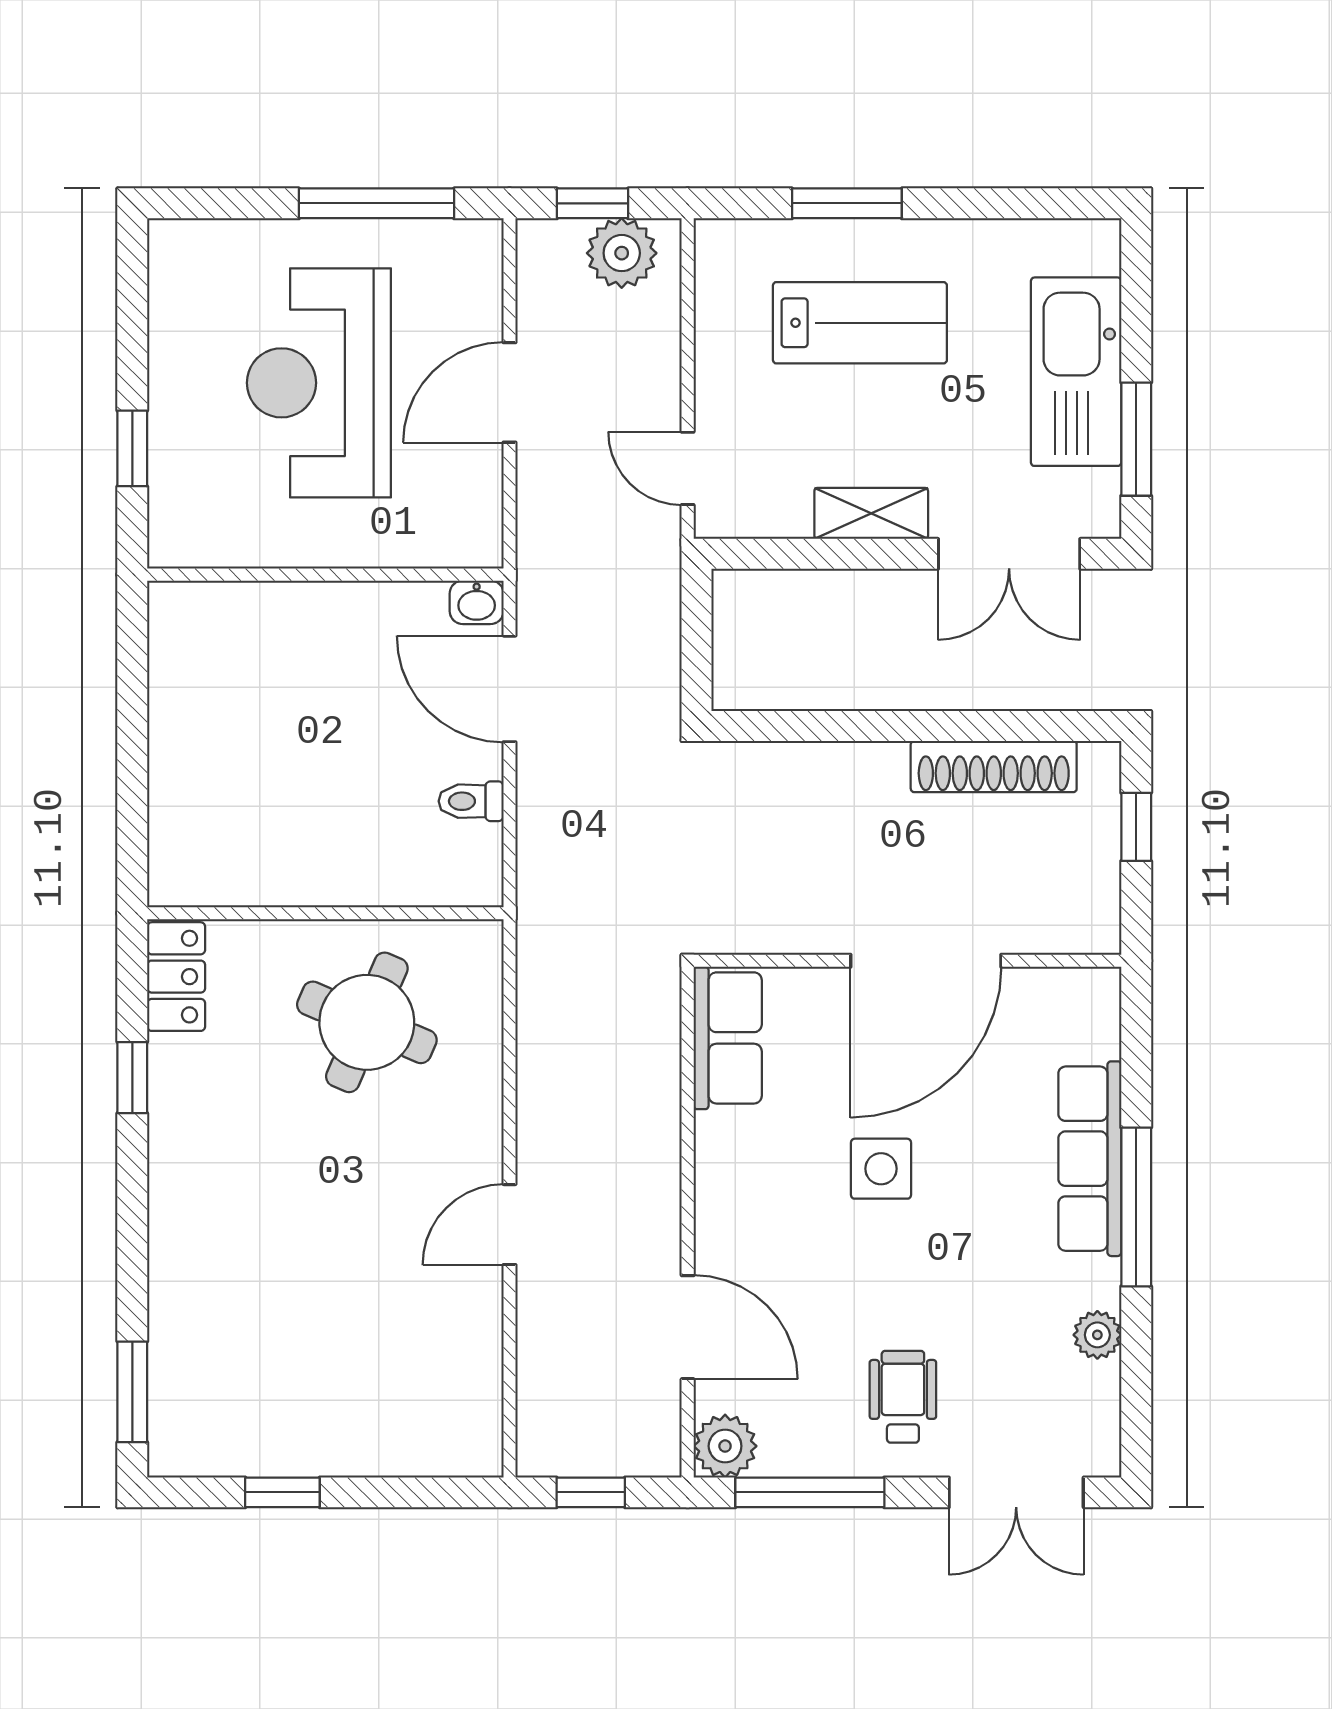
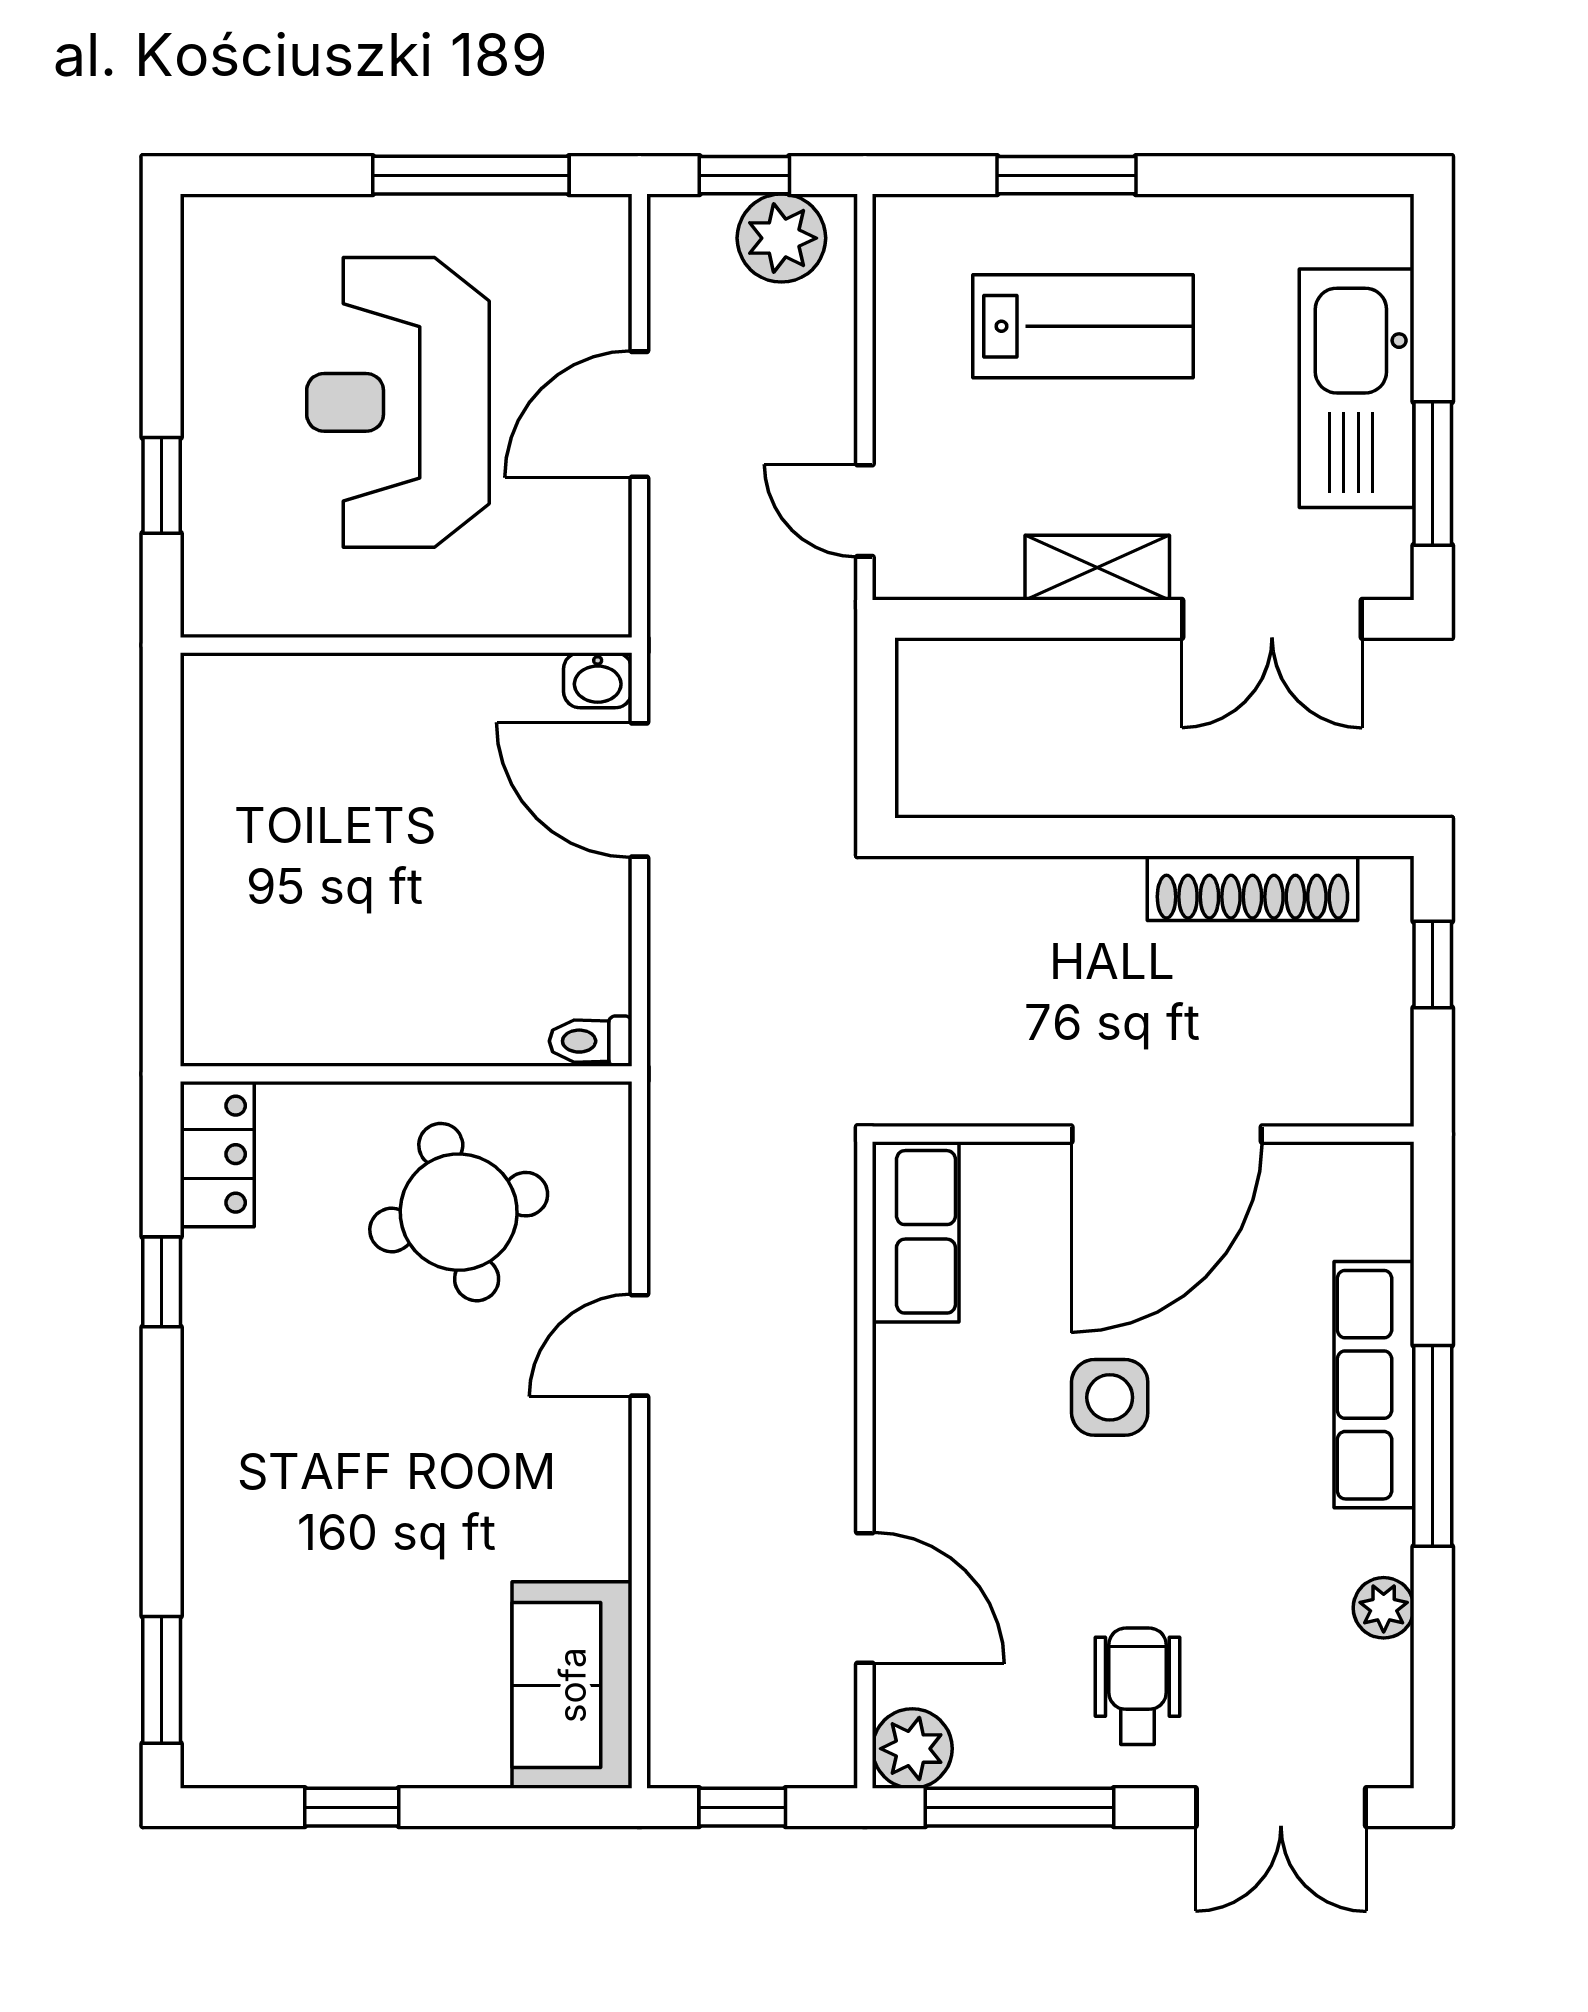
toilet: (471, 801) -> (591, 1041), moved
round table: (367, 1022) -> (459, 1212), turned -38
door: (509, 1225) -> (639, 1345), moved
sofa: (456, 1396) -> (572, 1685), added

